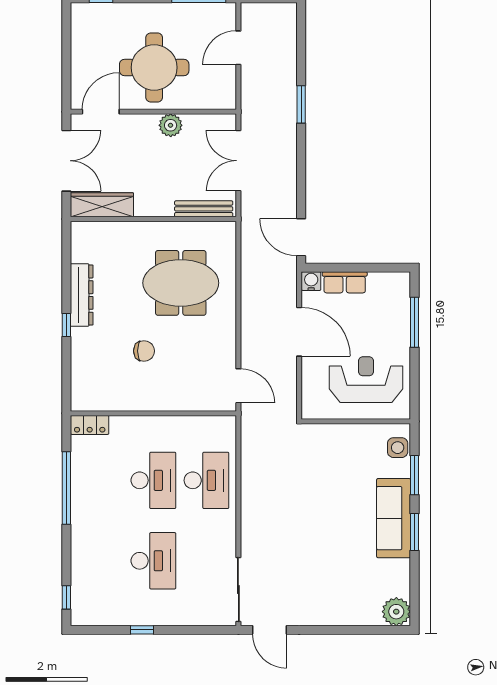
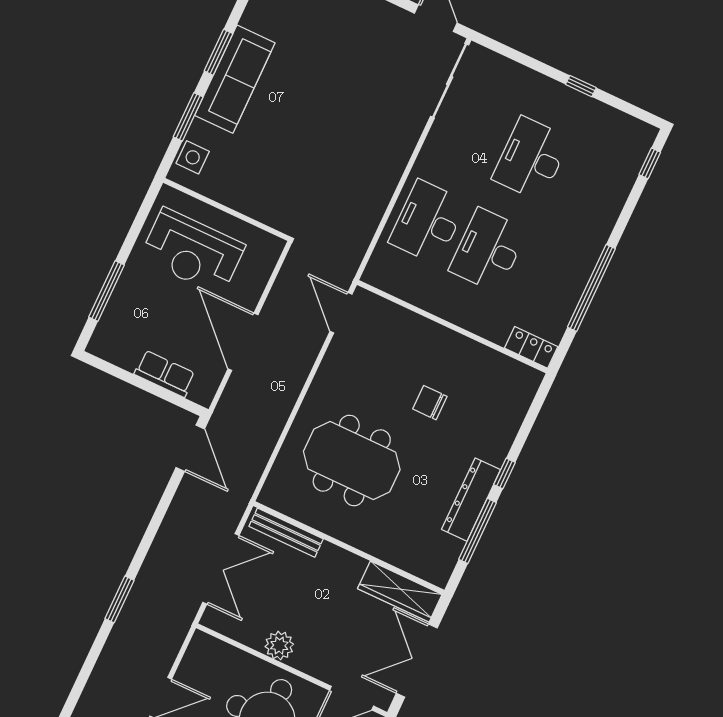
window: (66, 275) -> (478, 531), added
water cooler: (311, 281) -> (202, 393), removed

